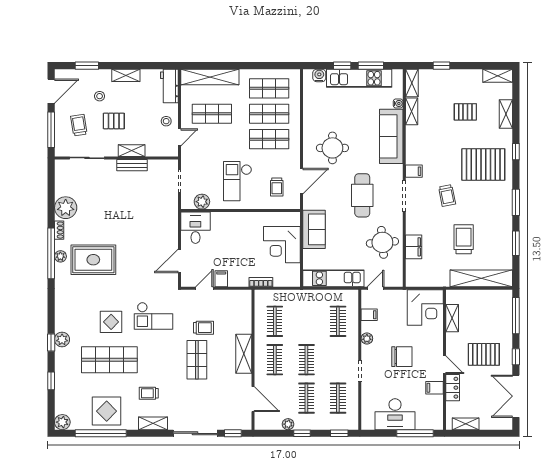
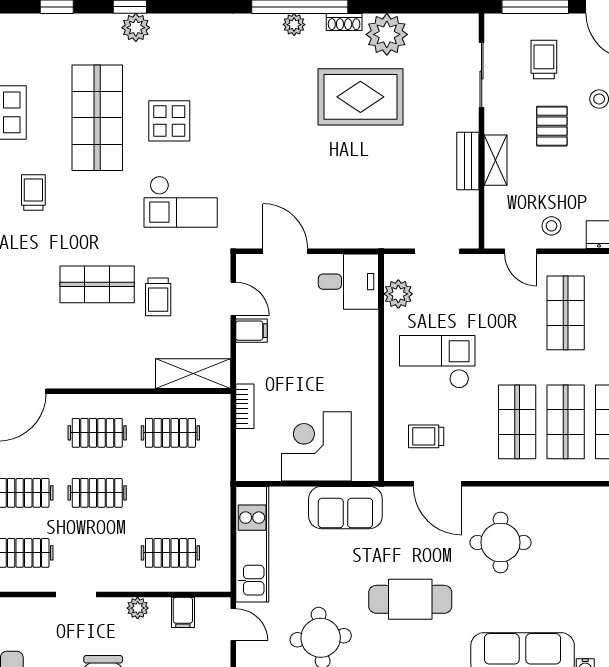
trolley: (79, 125) -> (544, 60), turned -81
rug: (93, 260) -> (360, 97), moved, turned 90
checkout: (154, 316) -> (181, 202), turned -90
shelving: (244, 354) -> (193, 374), moved

